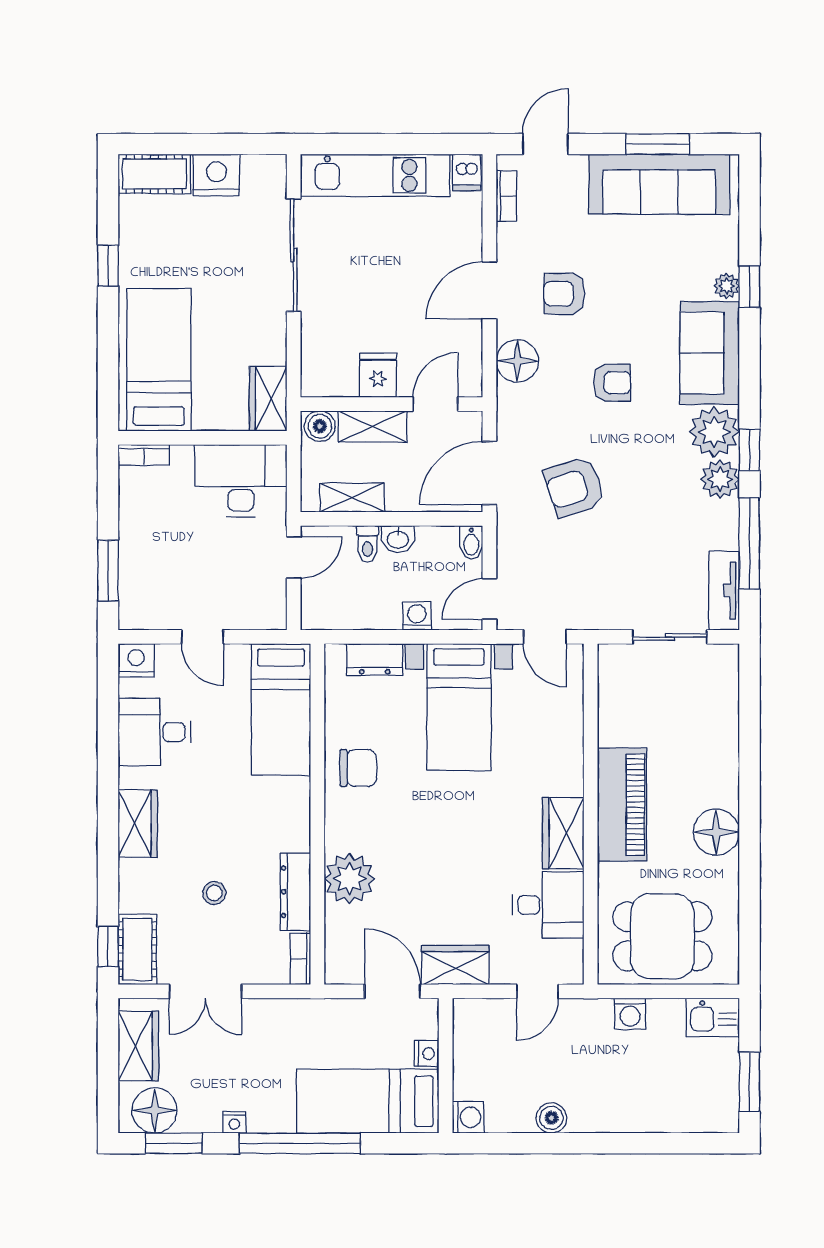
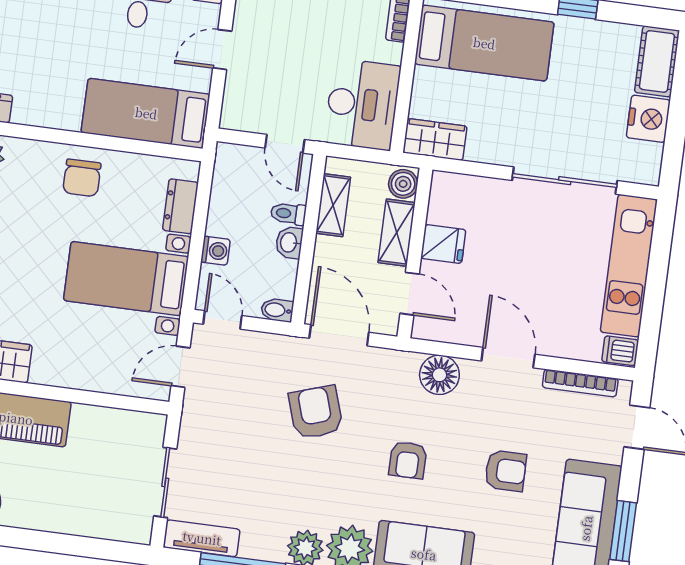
bookcase: (506, 196) -> (580, 383), width x1.56
armchair: (564, 294) -> (506, 471), moved, turned 90

